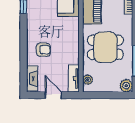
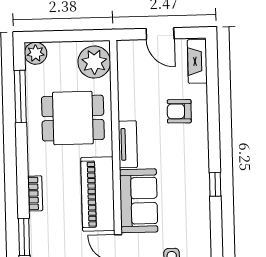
tv unit: (74, 78) -> (128, 144), moved
plant: (88, 80) -> (94, 62), width x1.87, depth x1.87

